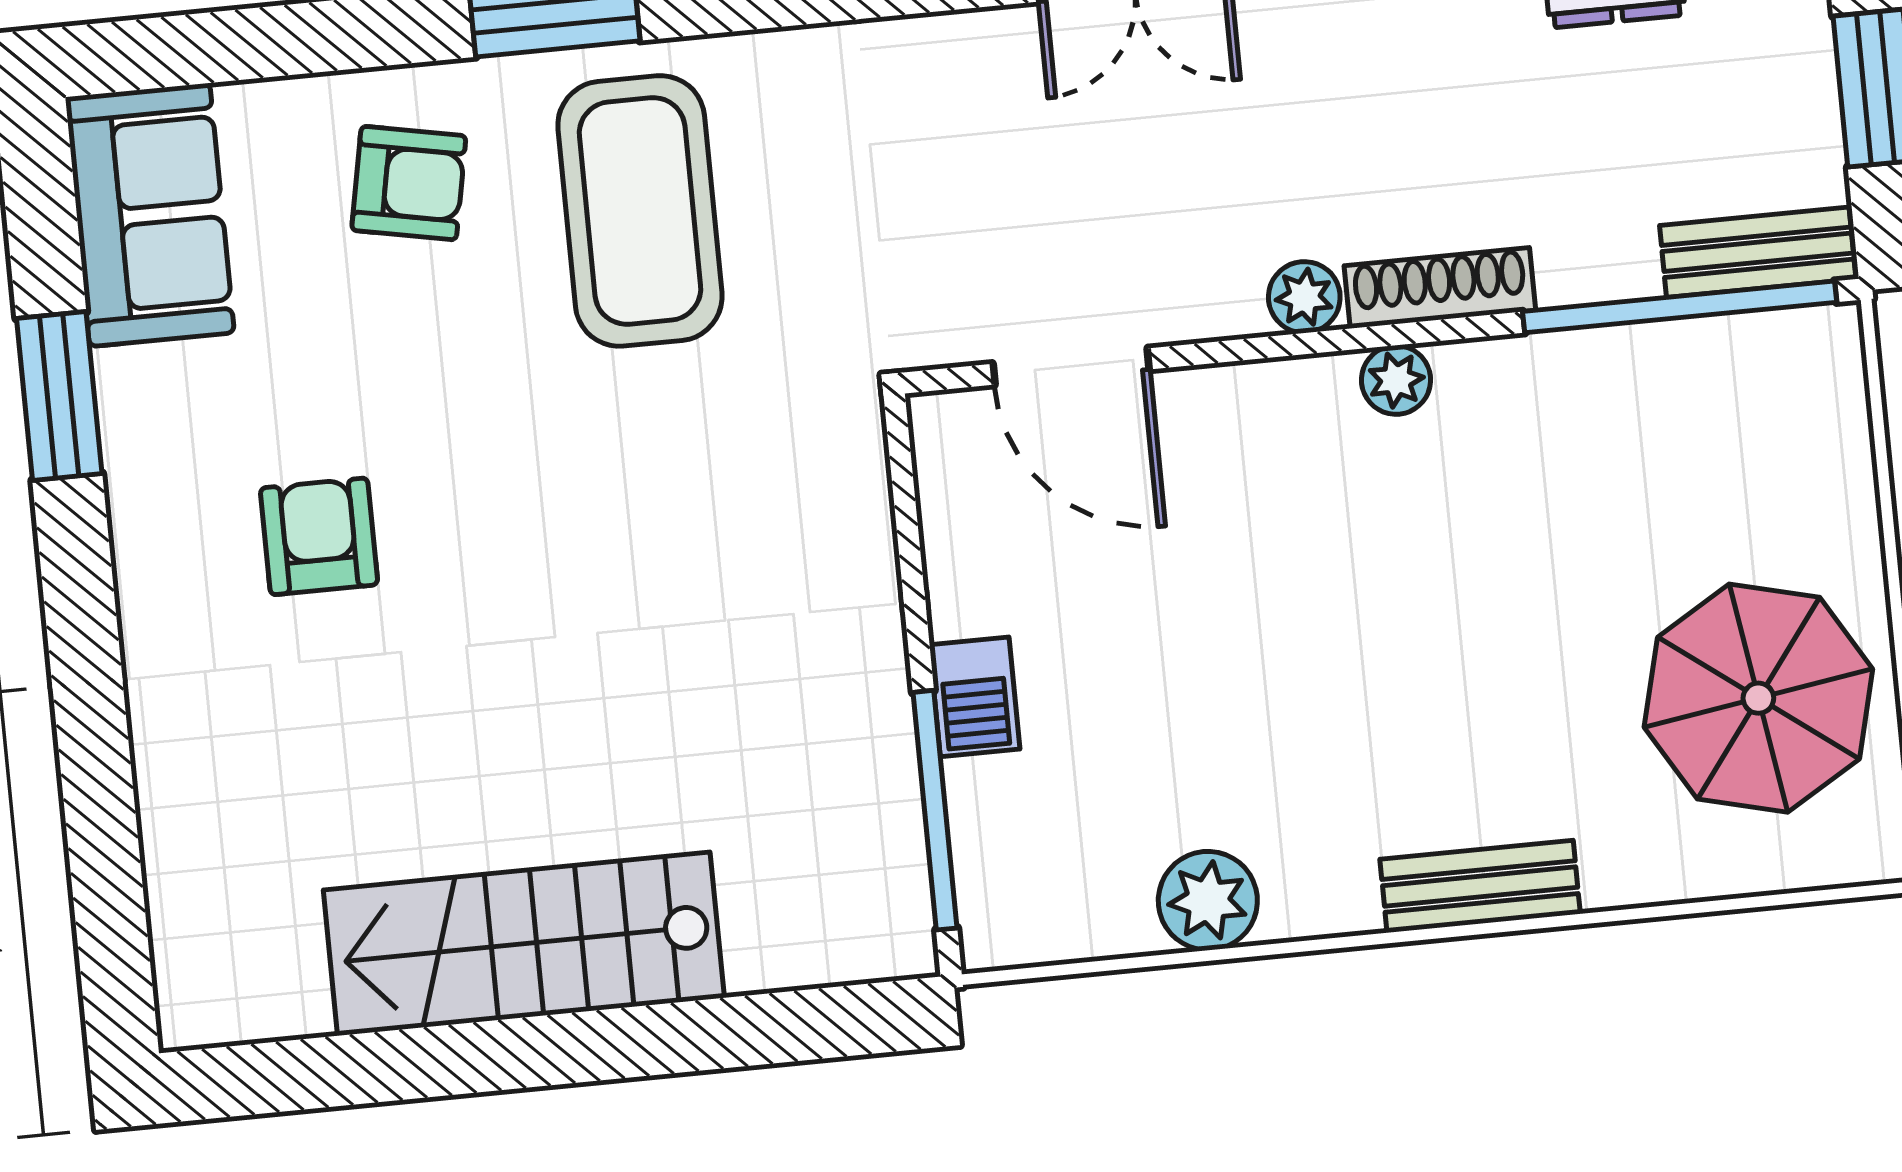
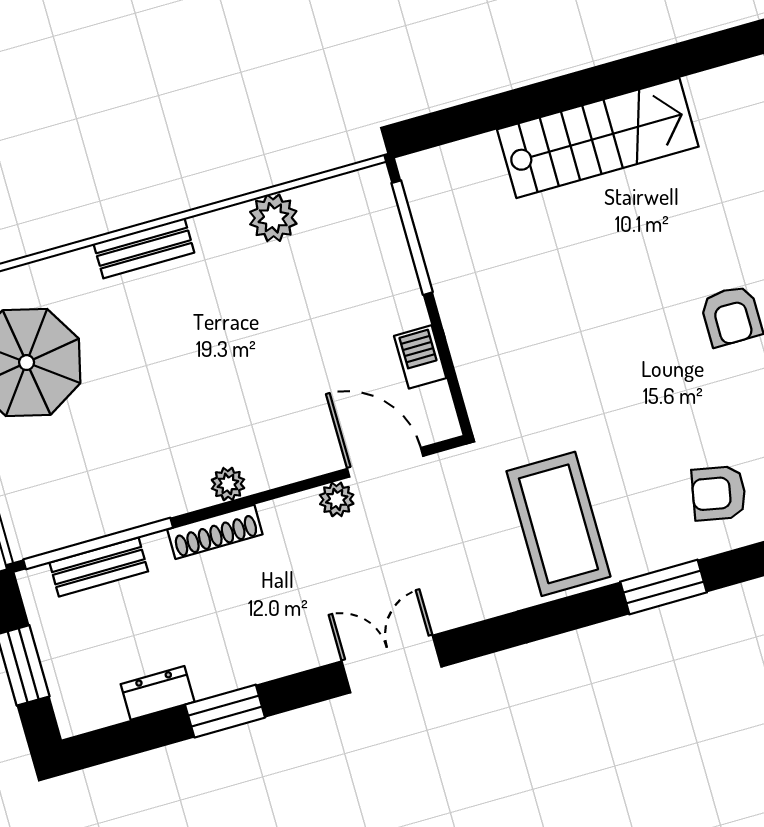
coffee table: (640, 211) -> (558, 524), moved
bench: (1758, 252) -> (99, 567), moved
plant: (1304, 297) -> (337, 499), moved
barbecue: (975, 697) -> (420, 357), moved

